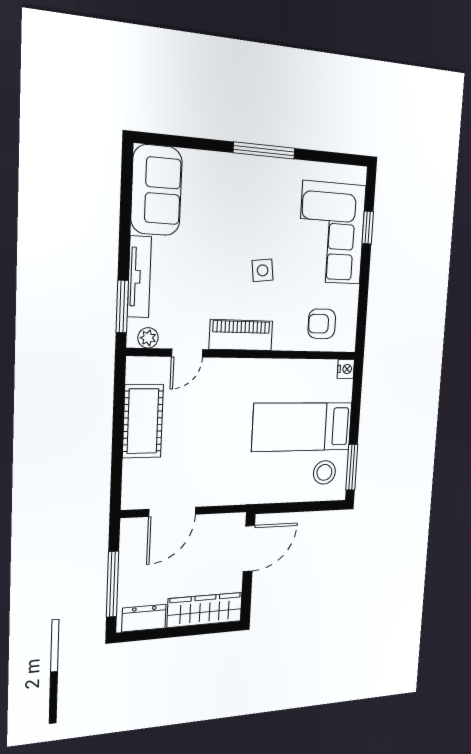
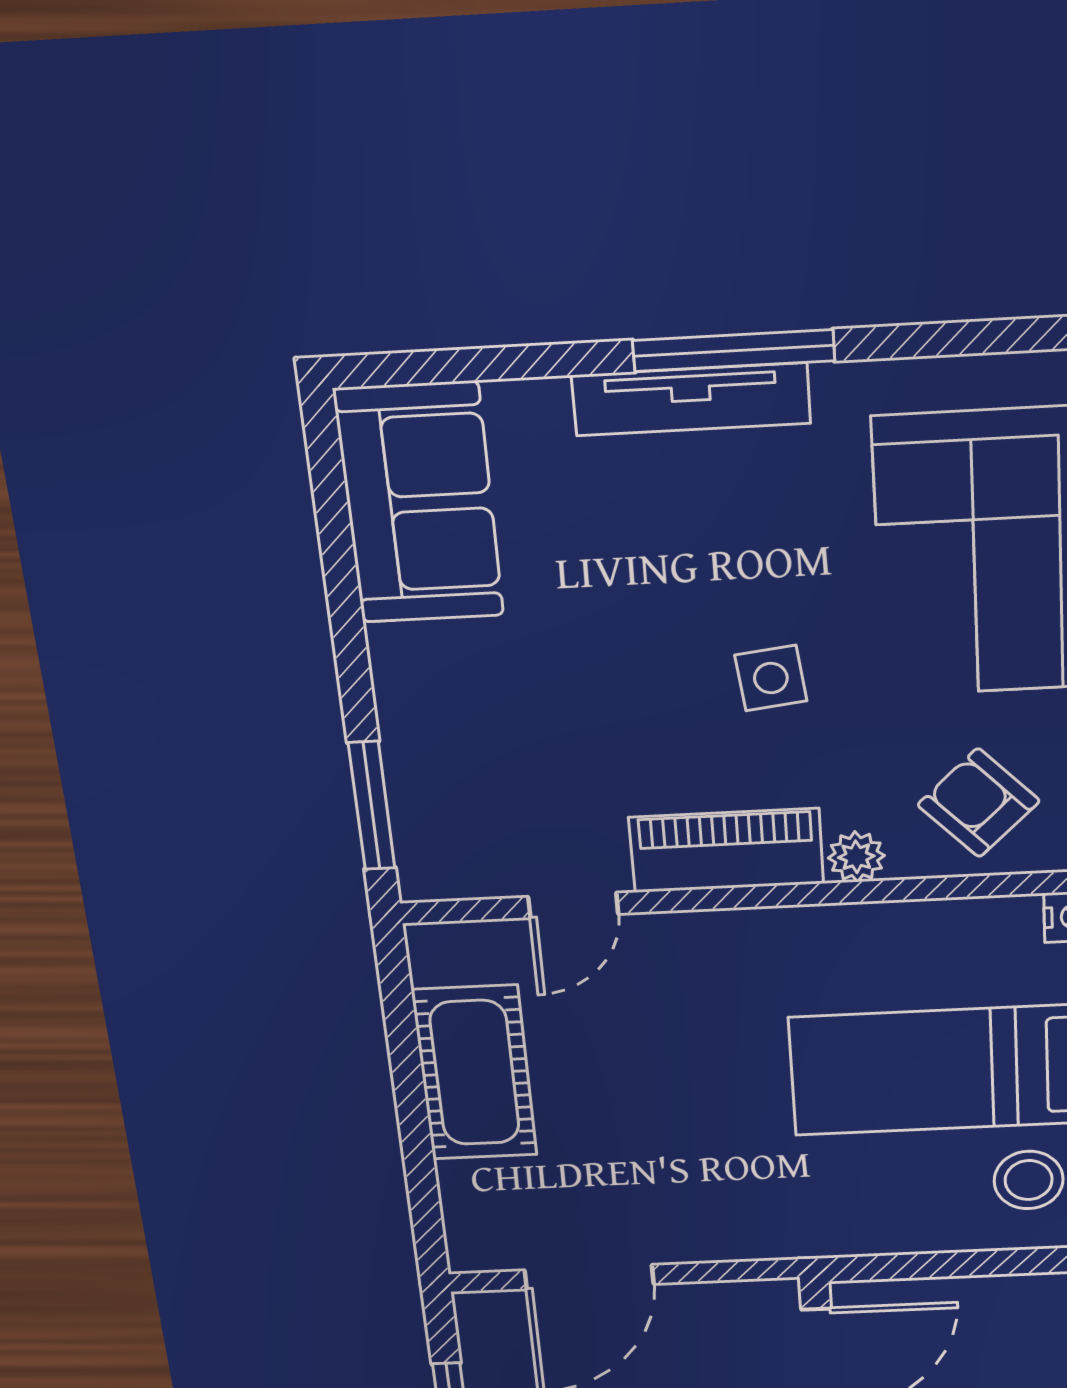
tv unit: (139, 277) -> (691, 399), moved, turned 90
armchair: (322, 324) -> (979, 803), turned 46
plant: (148, 338) -> (856, 857), moved

